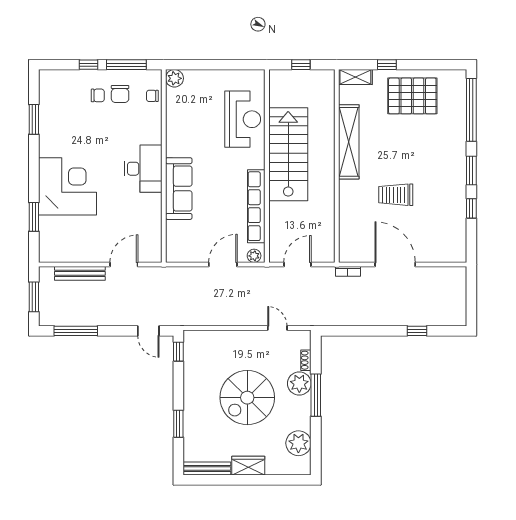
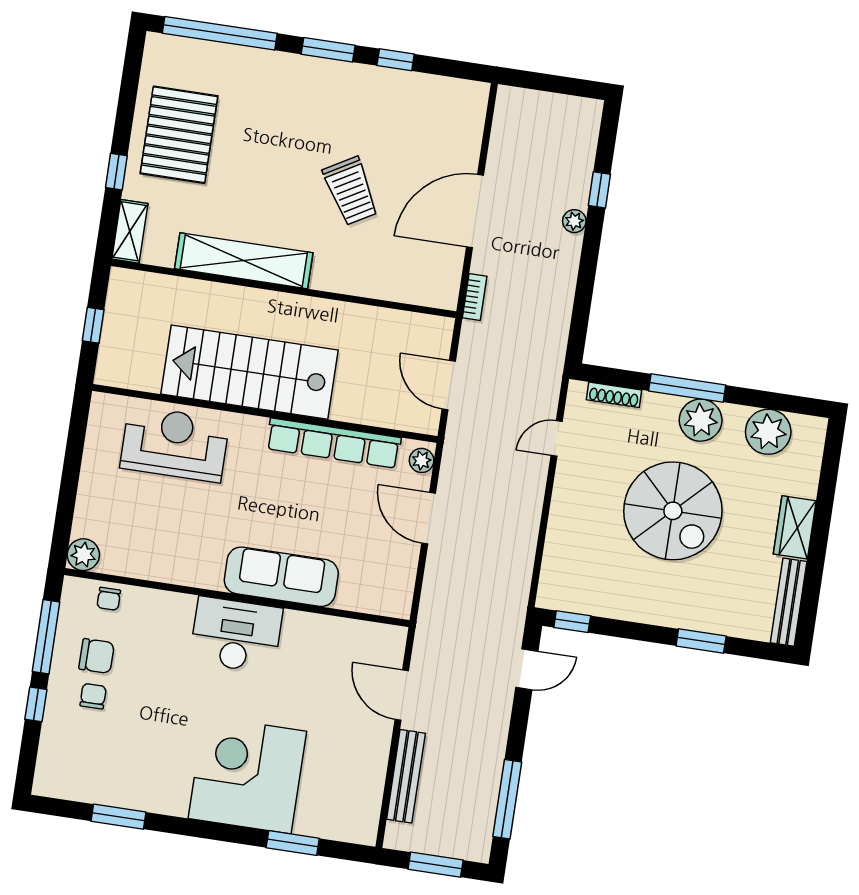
trolley: (396, 195) -> (351, 191), turned -30
plant: (398, 320) -> (574, 221), added
shoe rack: (306, 360) -> (614, 395), width x1.43
plant: (299, 383) -> (701, 420), moved

